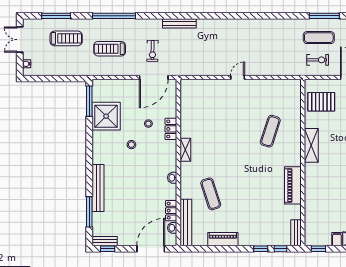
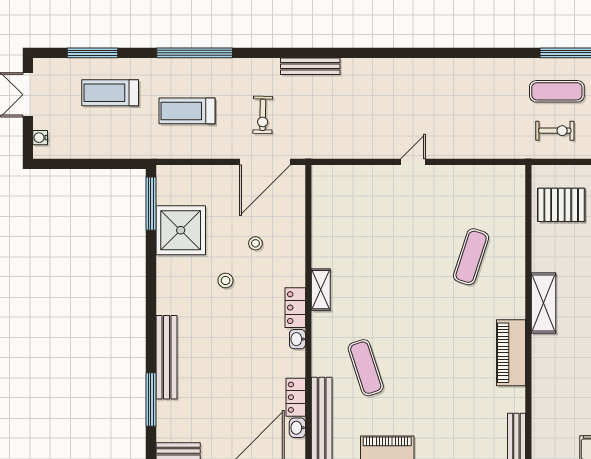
treadmill: (66, 38) -> (110, 93), turned 180
locker: (171, 129) -> (295, 308), moved
shelving: (311, 145) -> (543, 303), moved

